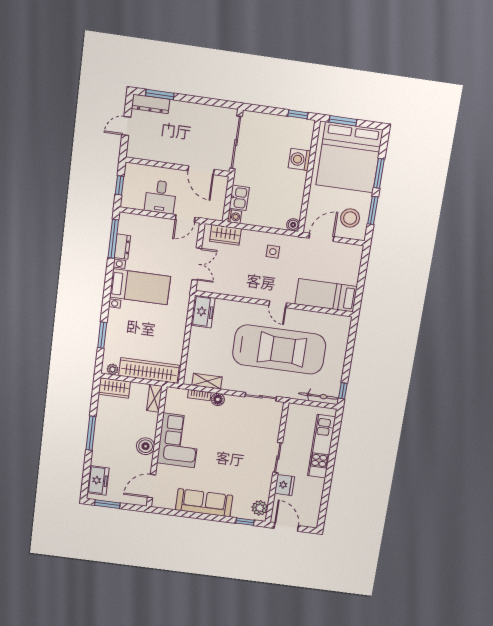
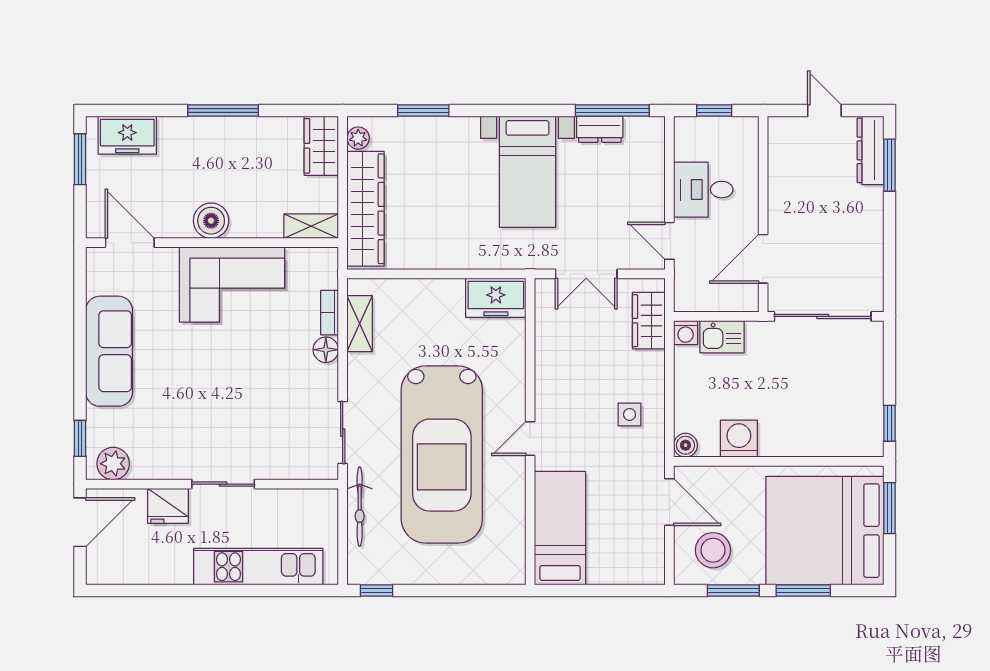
washing machine: (299, 159) -> (739, 439), moved
bicycle: (319, 396) -> (360, 507), moved

